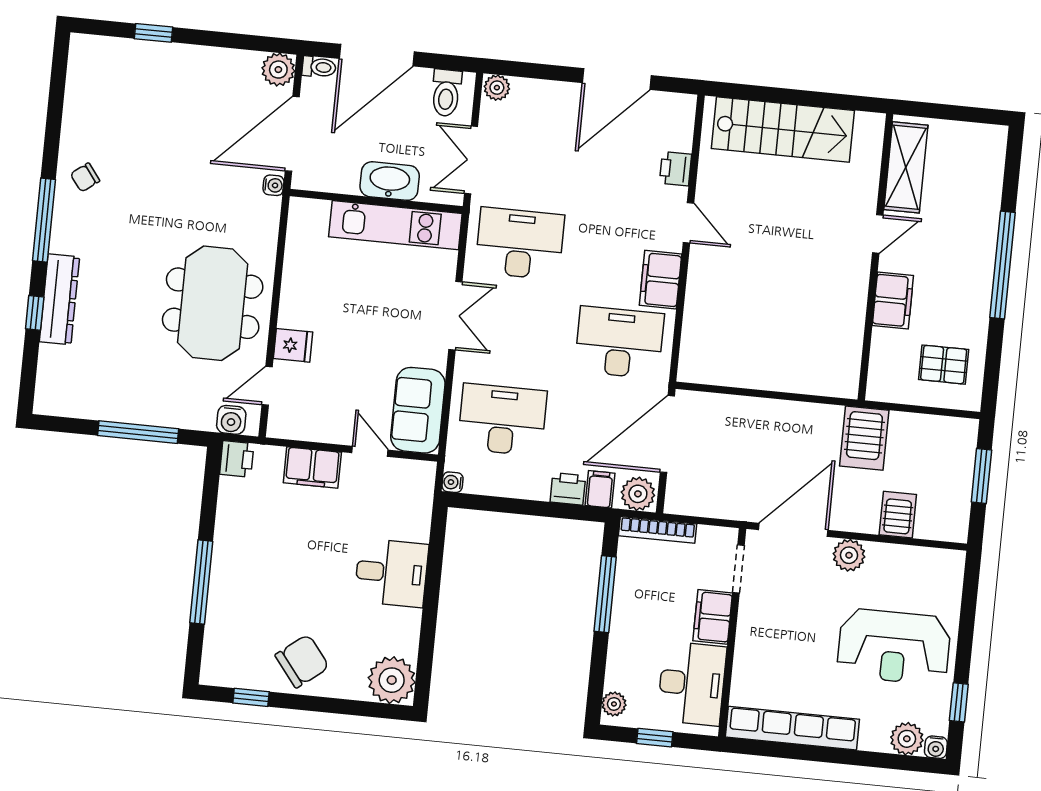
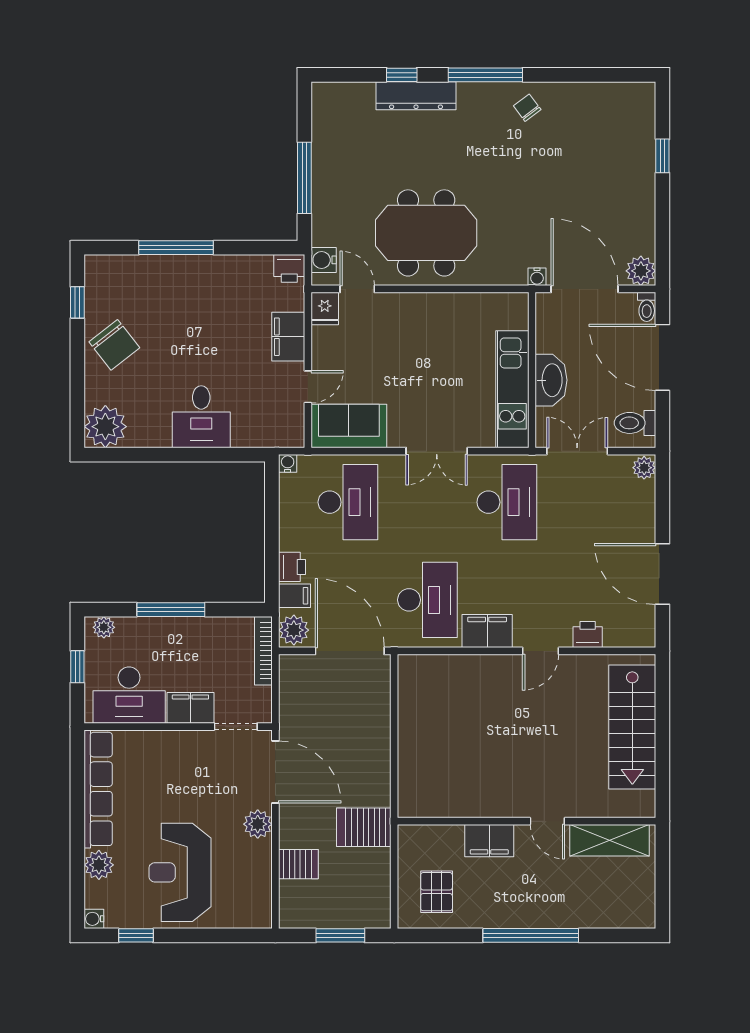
fridge: (293, 345) -> (325, 309), moved
window: (605, 594) -> (171, 610), moved
plant: (907, 739) -> (99, 865), moved

